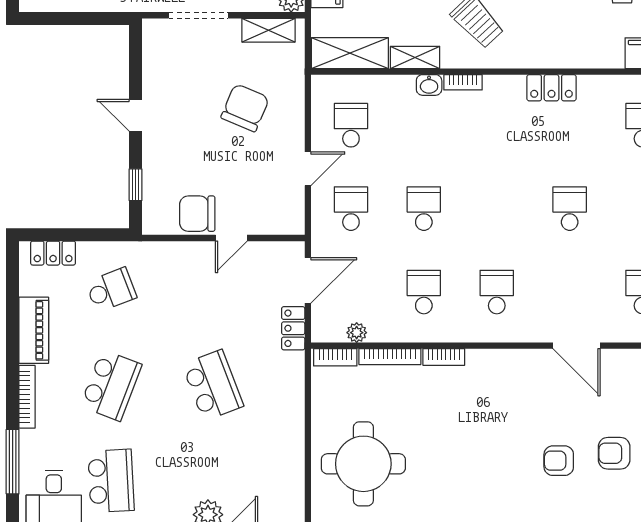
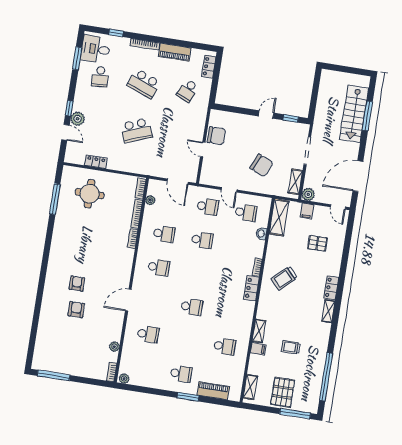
shelving: (415, 57) -> (259, 331), moved
washbasin: (429, 85) -> (261, 234), moved
locker: (552, 88) -> (251, 288), moved
window: (135, 185) -> (291, 118), moved
chair: (197, 214) -> (216, 136), turned 90
school desk: (111, 290) -> (188, 91), turned 45
locker: (293, 328) -> (96, 162), moved
window: (13, 462) -> (116, 33), width x0.46
round table: (363, 464) -> (90, 194), width x0.73, depth x0.73
school desk: (111, 481) -> (100, 77), width x0.54

